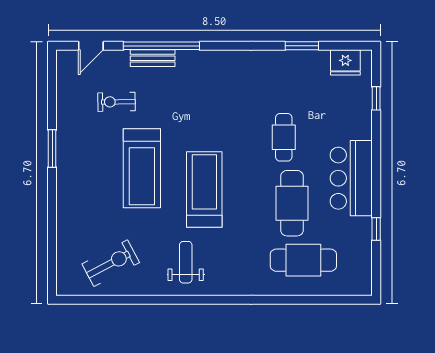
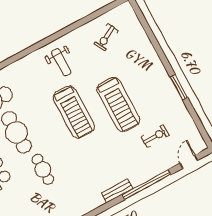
bench: (153, 58) -> (117, 191), moved
treadmill: (142, 168) -> (118, 105), turned 180
exercise bike: (111, 263) -> (106, 37), width x0.73, depth x0.72

